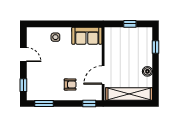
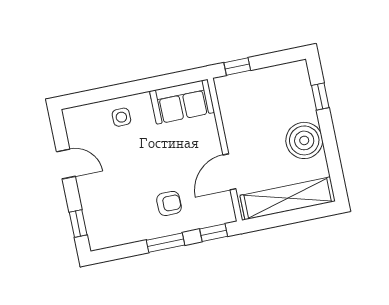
window: (130, 24) -> (237, 66), moved
boiler: (147, 71) -> (304, 140), width x1.86, depth x1.86
window: (44, 103) -> (166, 243), moved

